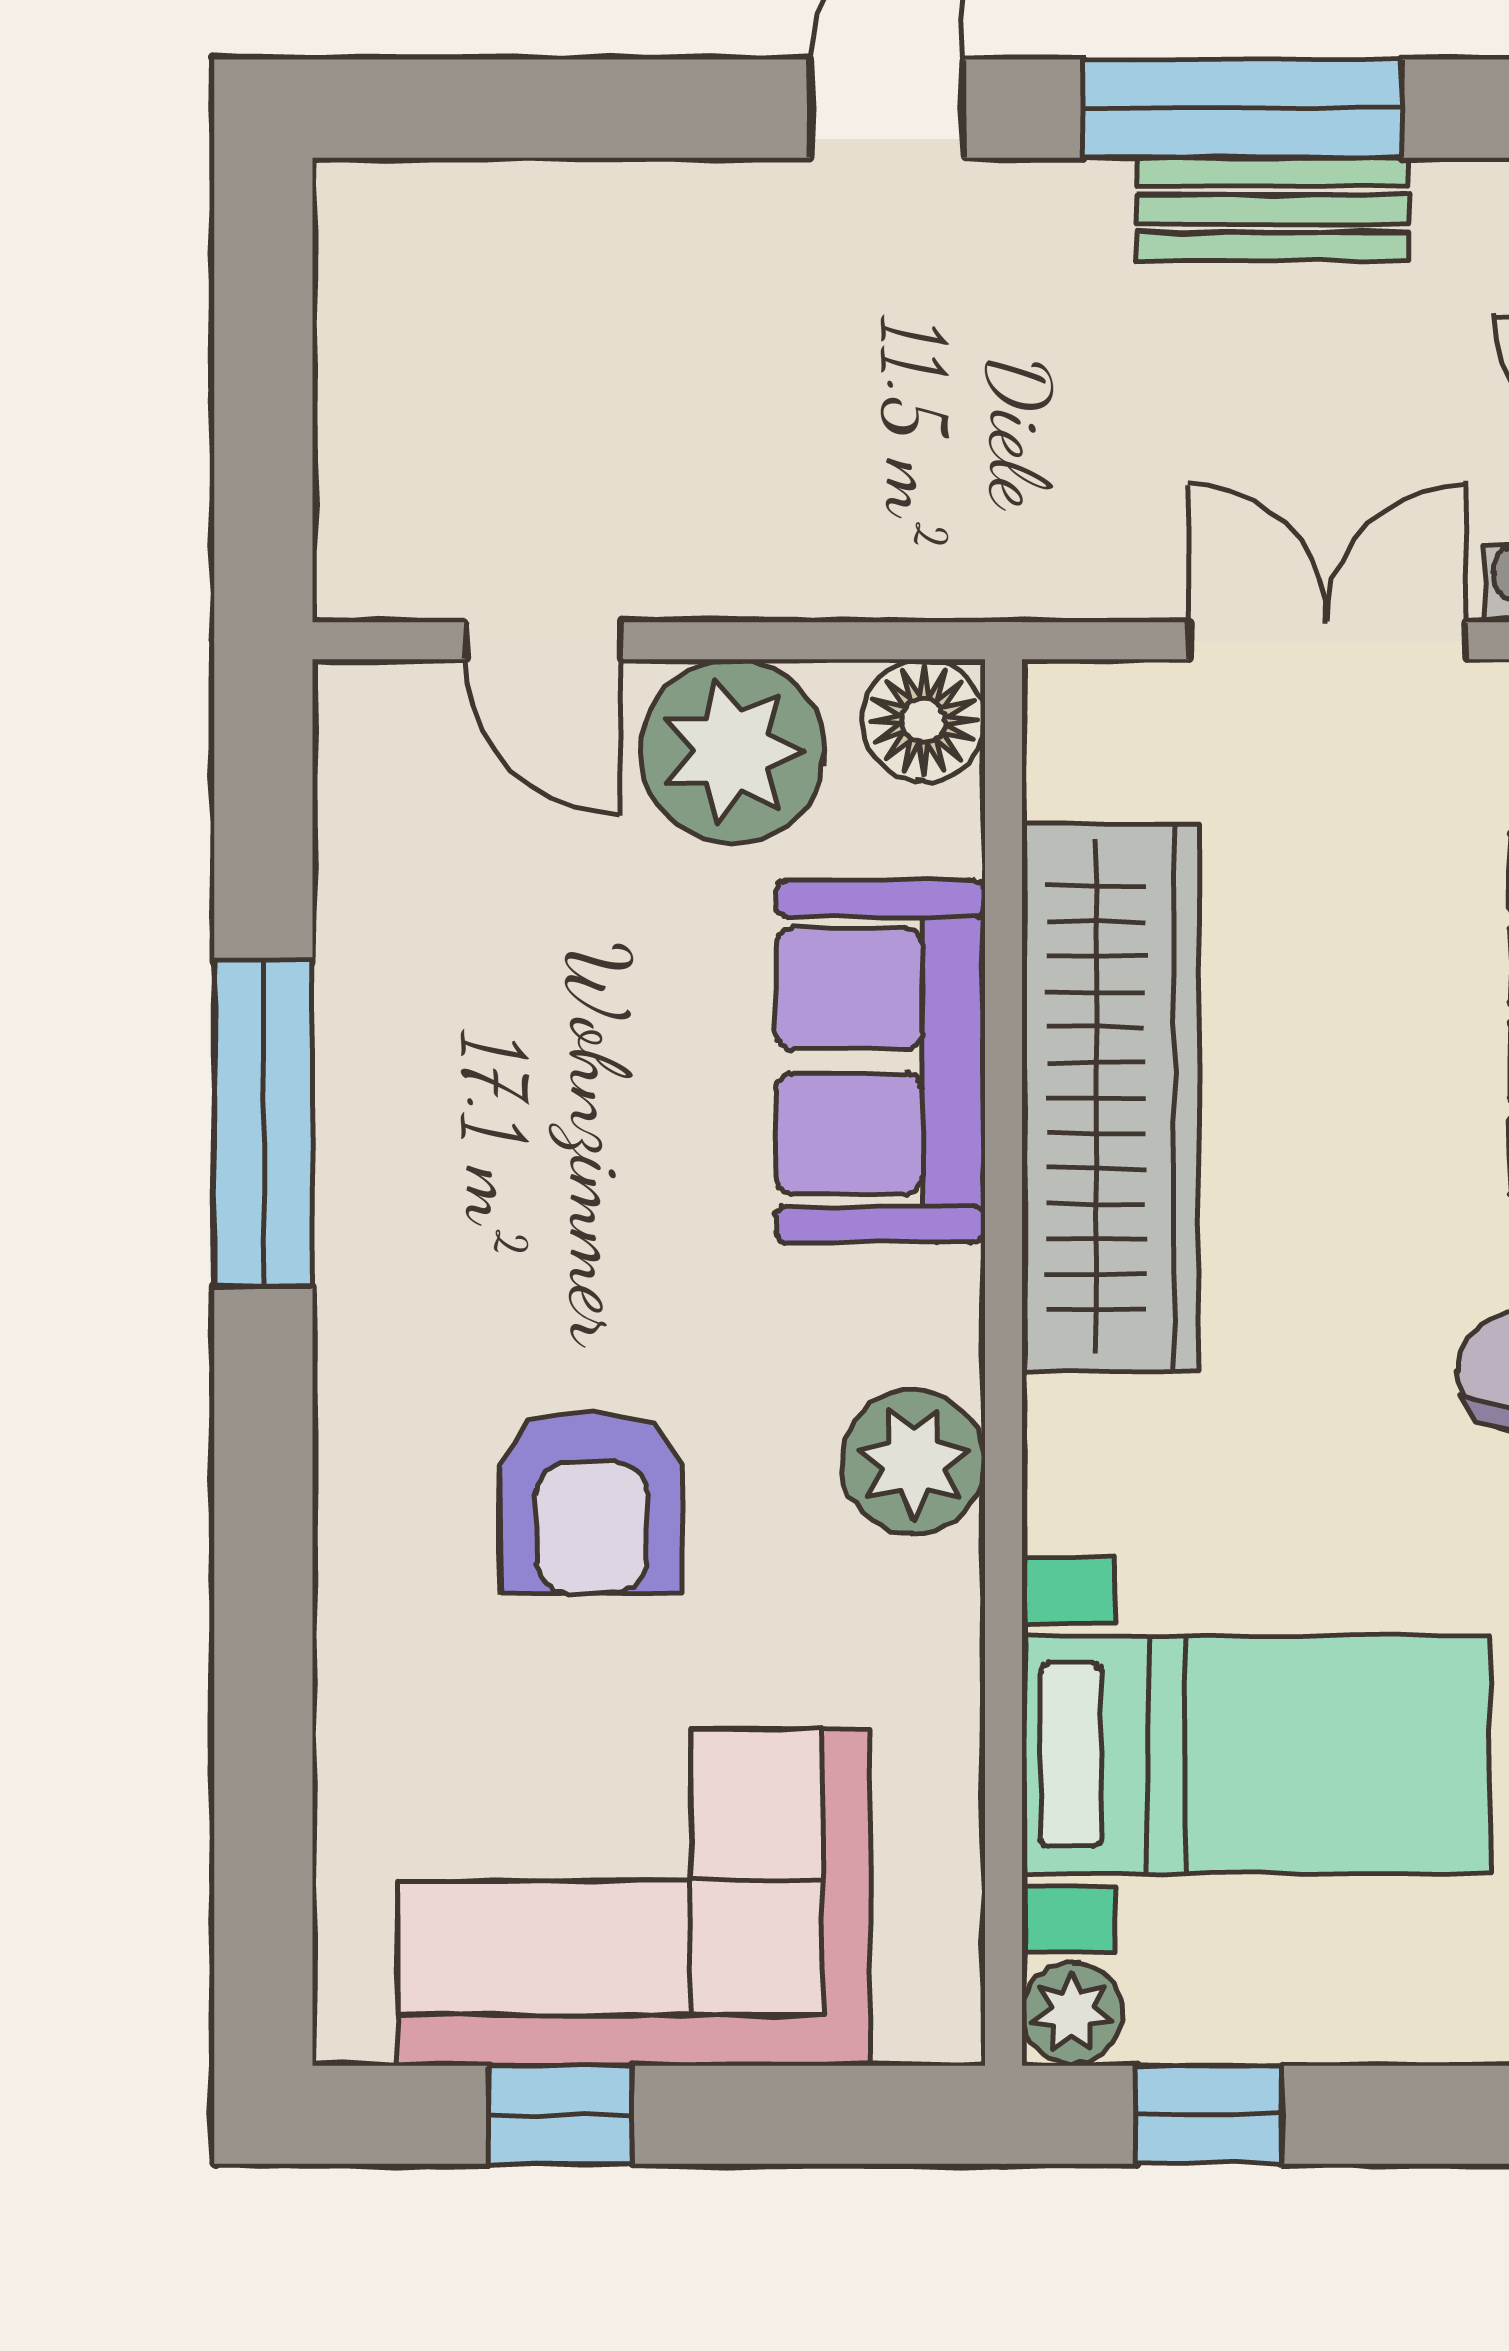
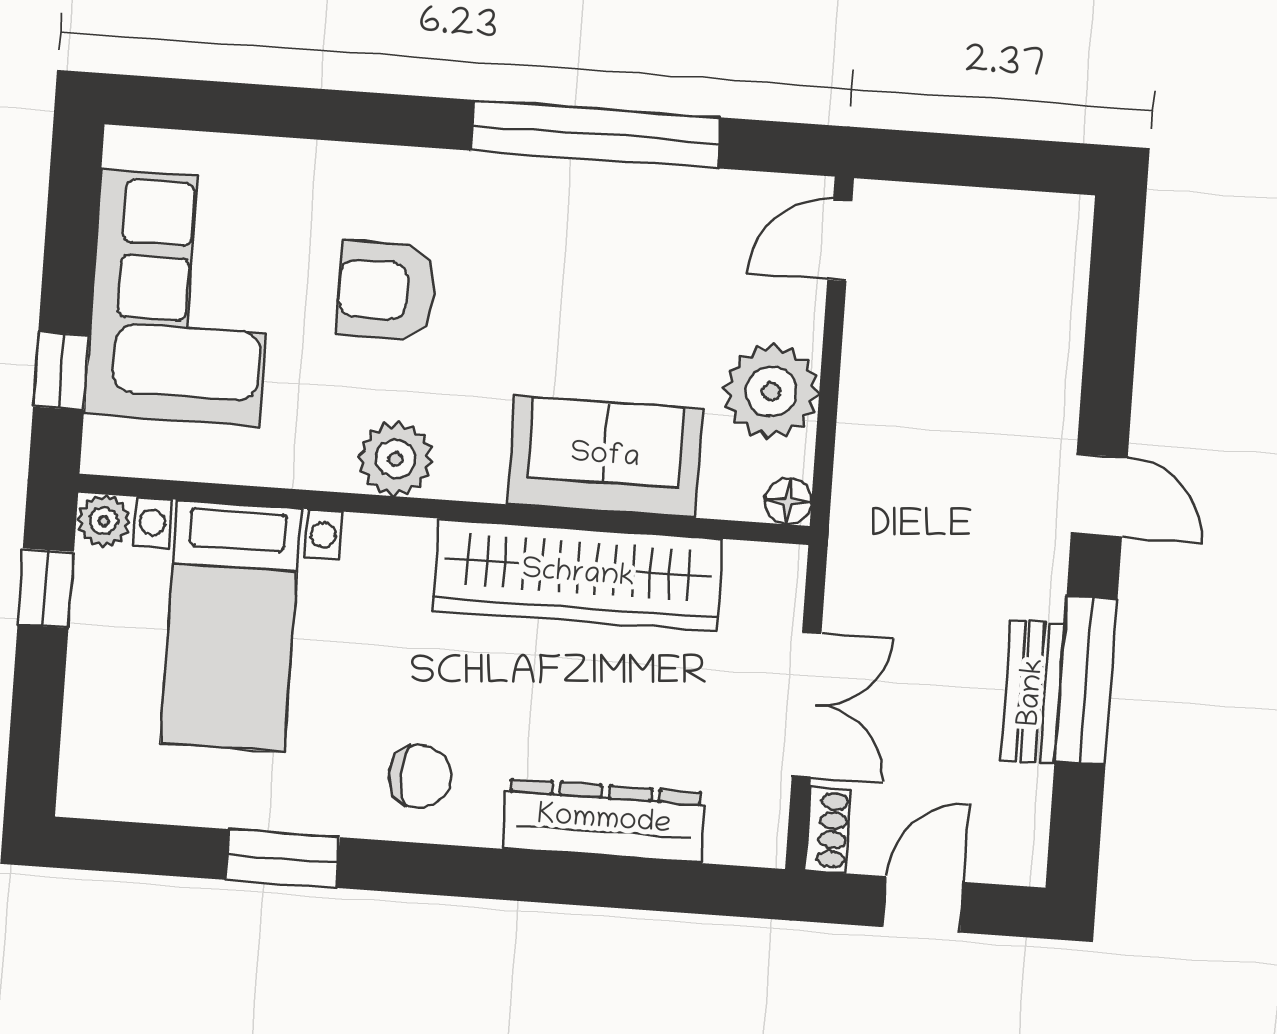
door: (543, 641) -> (840, 240), moved
floor lamp: (924, 720) -> (788, 501), width x0.73, depth x0.73
window: (263, 1123) -> (596, 134), width x1.46
window: (561, 2115) -> (61, 371), moved

